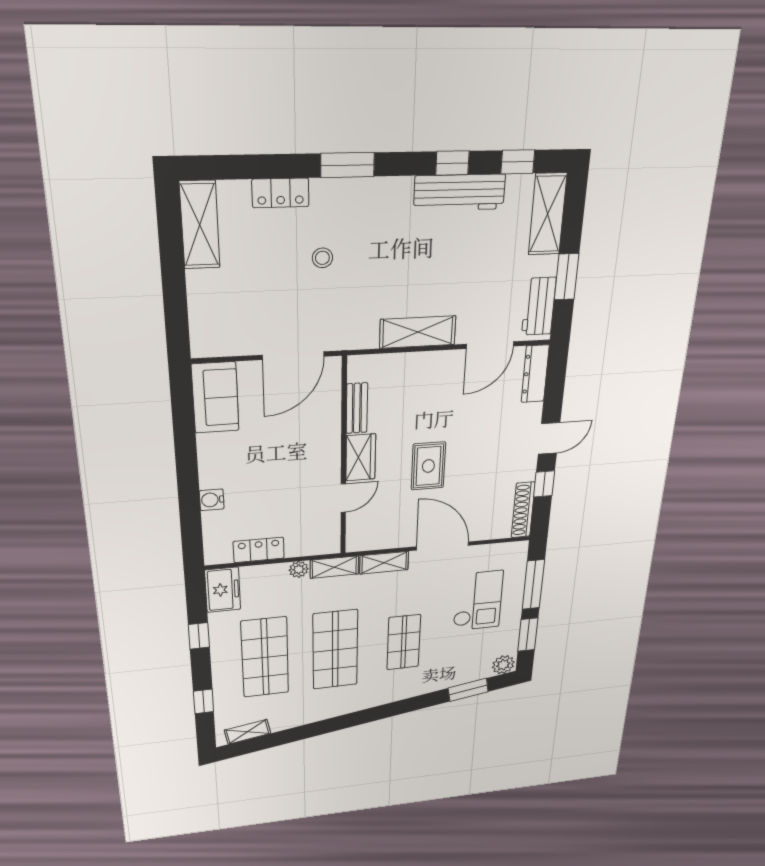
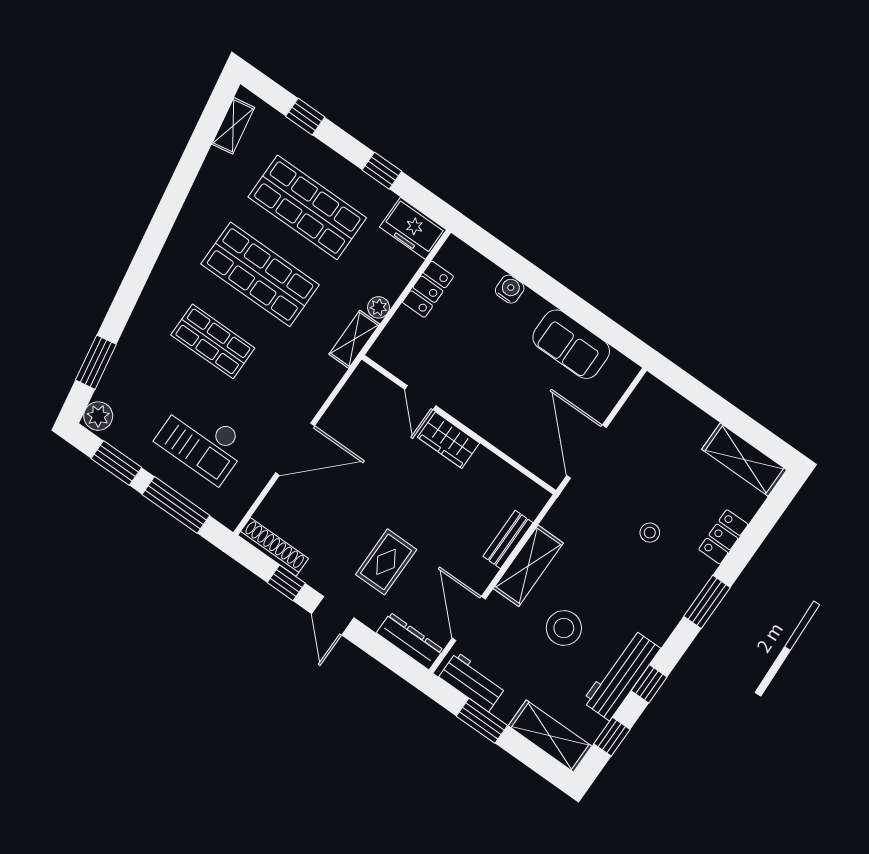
stool: (450, 268) -> (564, 628), added
sofa: (215, 398) -> (571, 344), moved
bench: (357, 408) -> (508, 539), moved, turned 90
rug: (428, 466) -> (386, 562), moved, turned 90
shelving: (384, 563) -> (321, 386), removed

